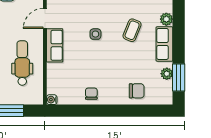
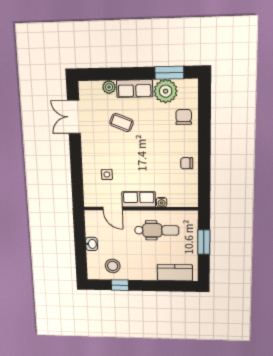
side table: (95, 34) -> (107, 174), moved
dental chair: (22, 63) -> (157, 230), turned 180
plant: (167, 74) -> (166, 91), width x1.88, depth x1.88
water cooler: (52, 100) -> (162, 202), moved

